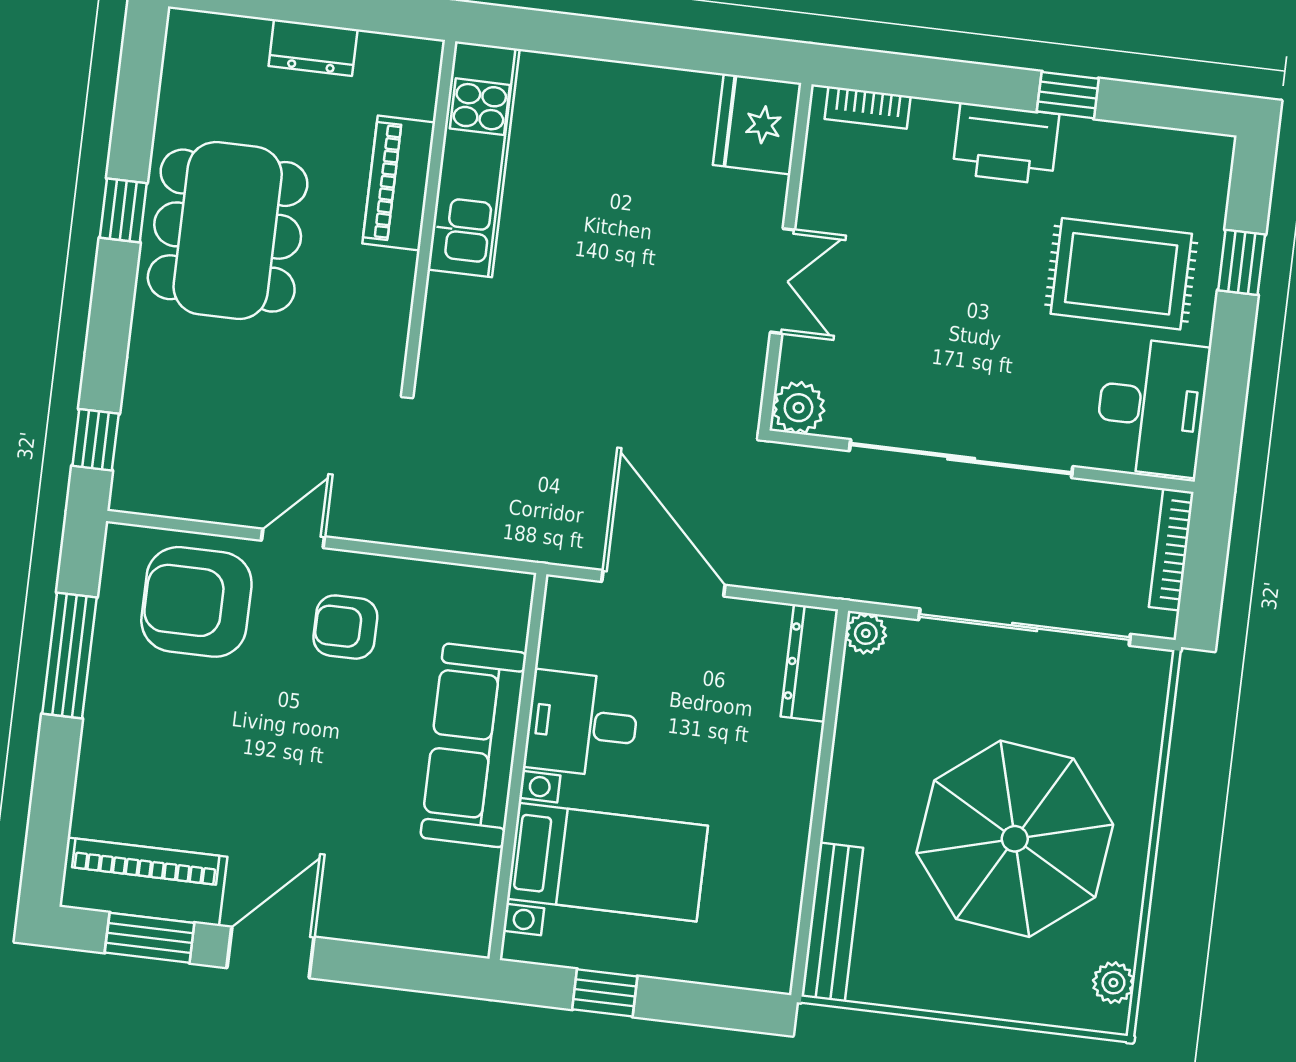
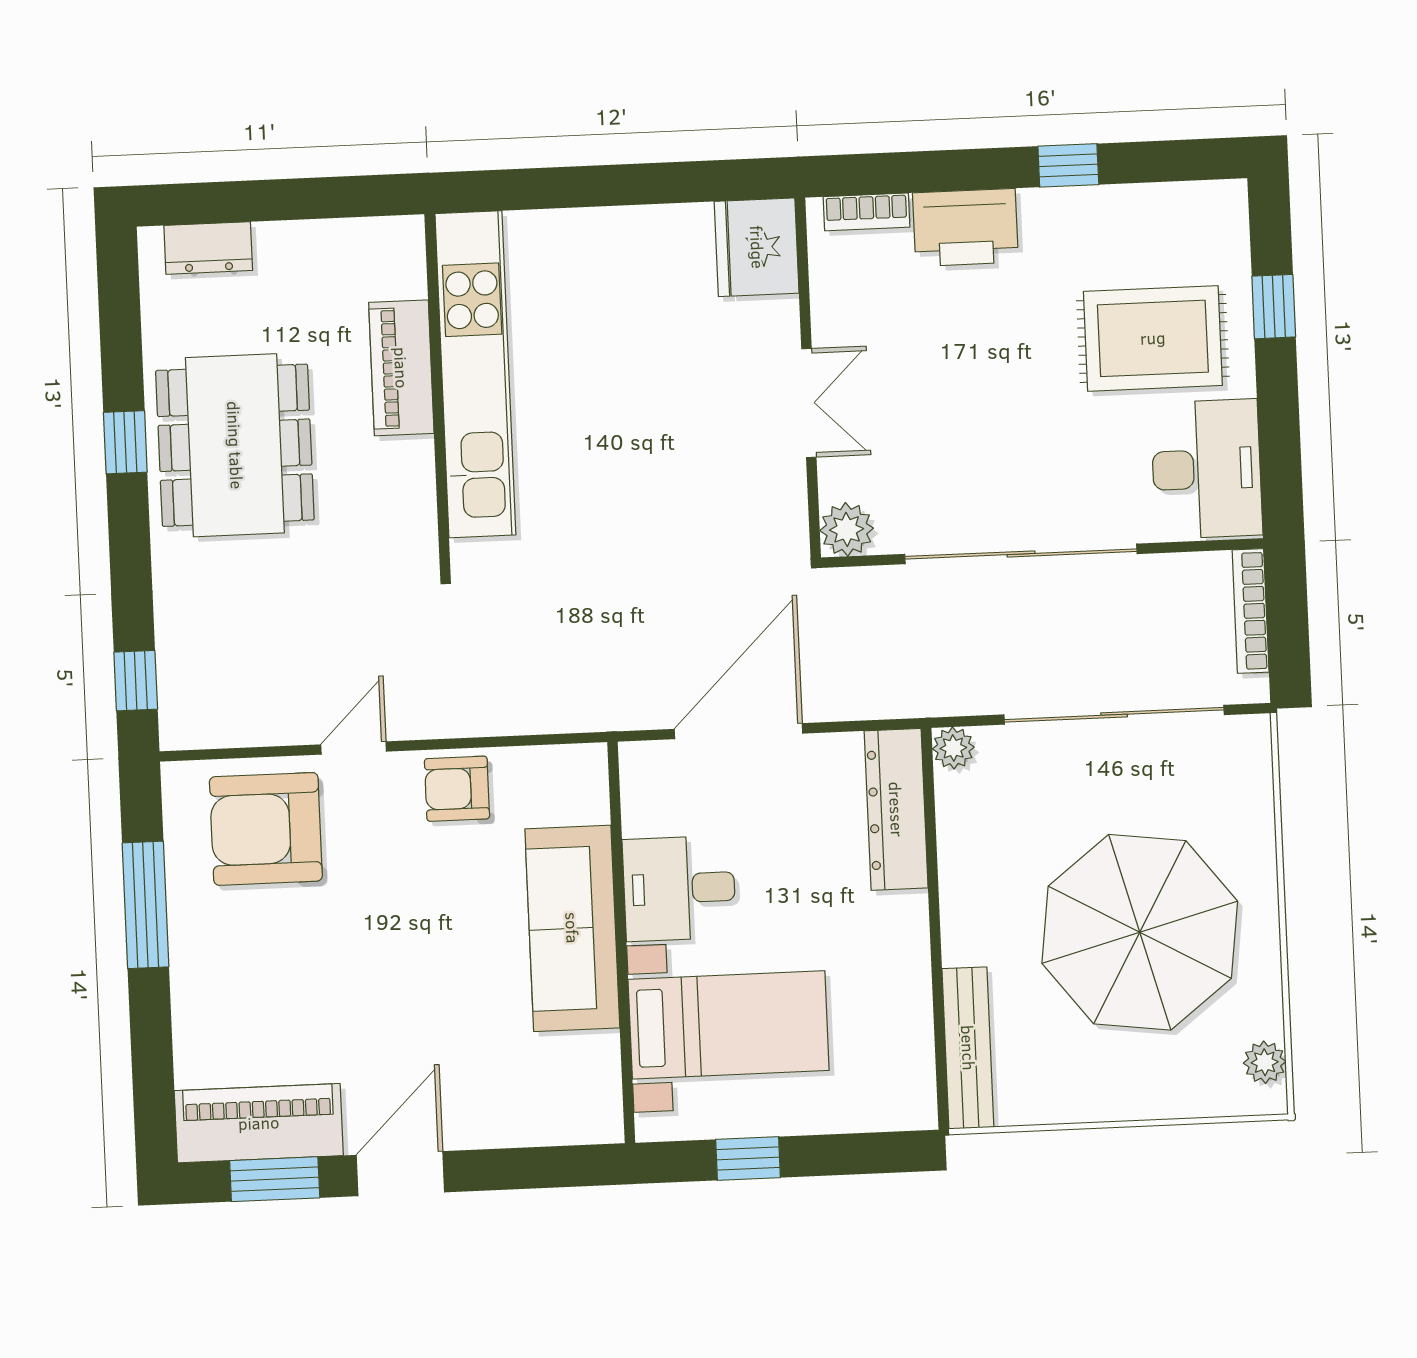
dresser: (313, 48) -> (208, 248), moved
printer: (1006, 144) -> (965, 227), moved
kitchen unit: (474, 159) -> (475, 374), width x1.36
door: (663, 583) -> (738, 731), hinge flipped
armchair: (345, 627) -> (457, 789), moved
dresser: (809, 663) -> (896, 809), width x1.37, depth x1.24

